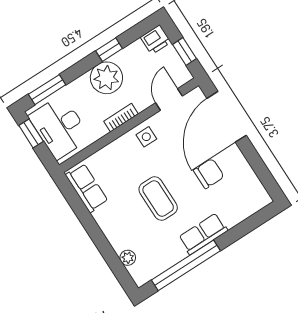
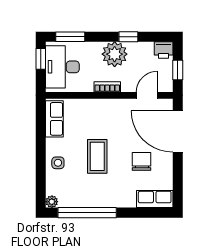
door: (227, 117) -> (178, 131), hinge flipped
side table: (146, 137) -> (58, 163), moved
chair: (209, 173) -> (142, 161), turned -90
row of seats: (203, 234) -> (155, 199), moved
plant: (128, 258) -> (52, 202), moved

